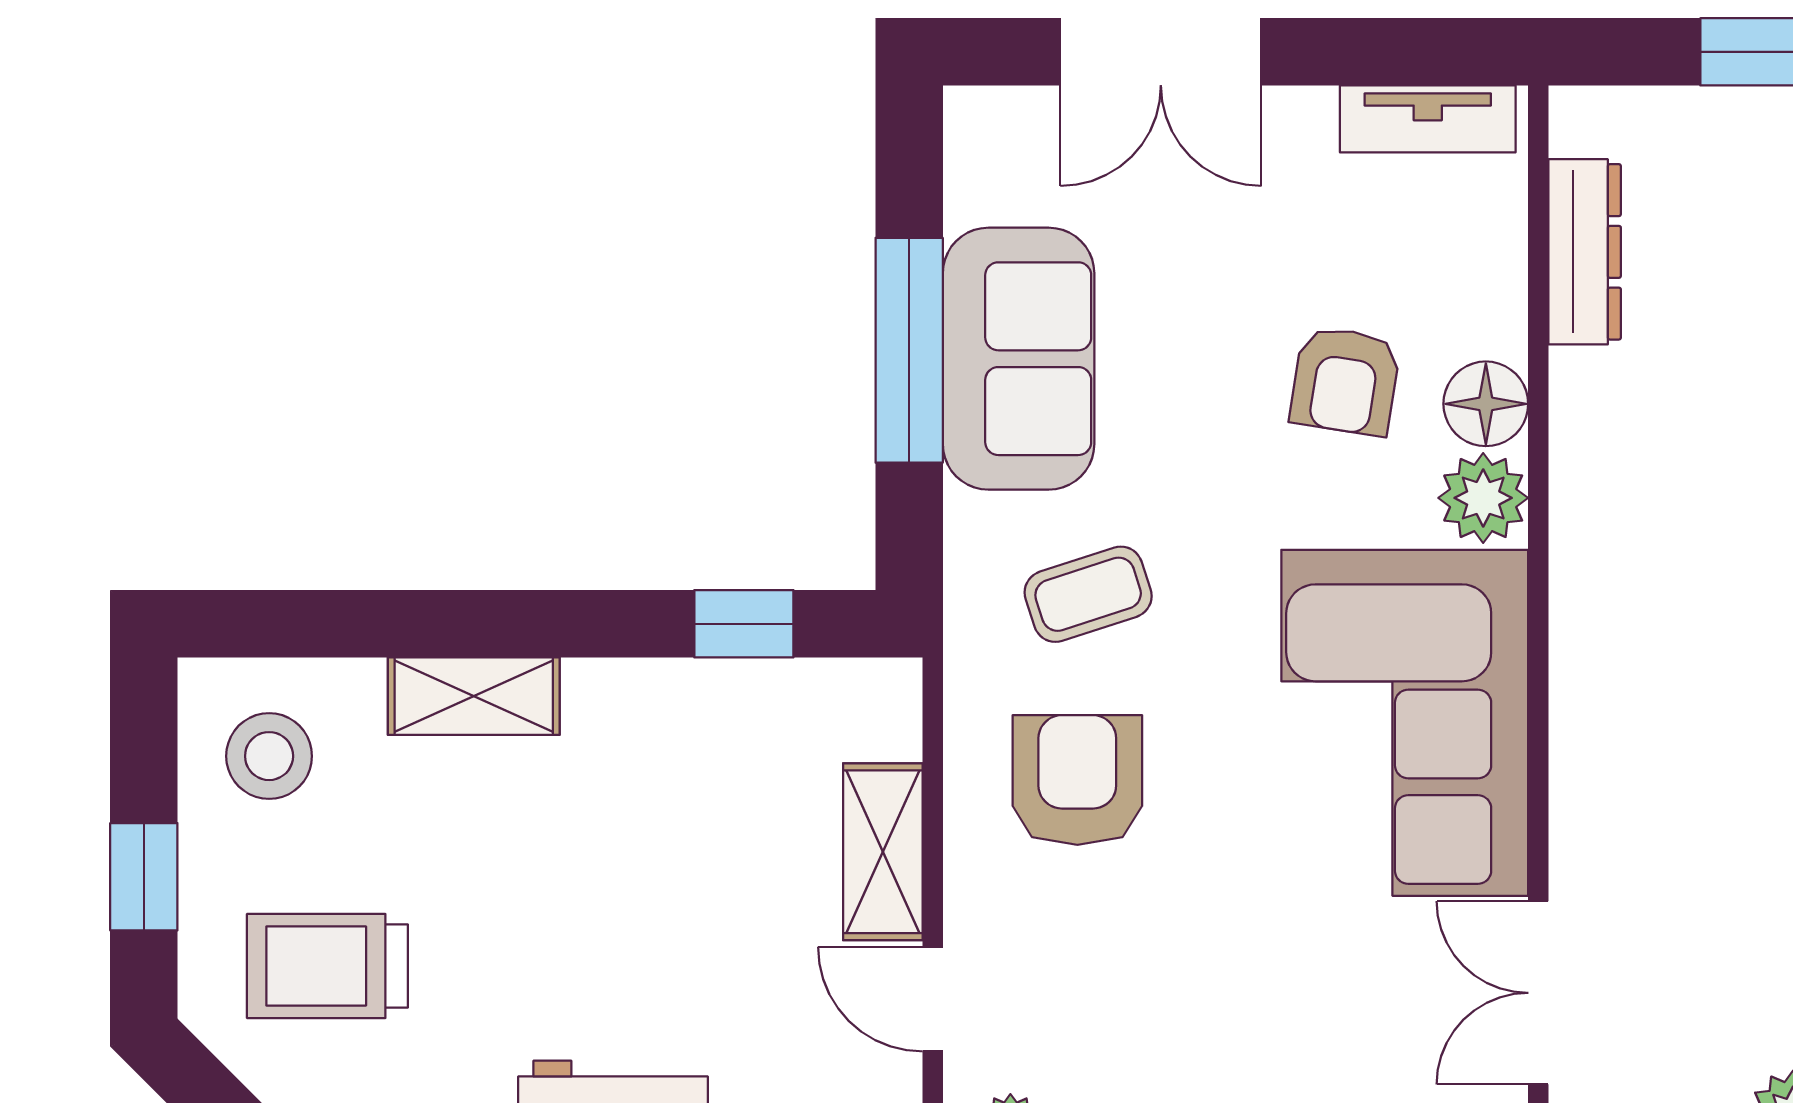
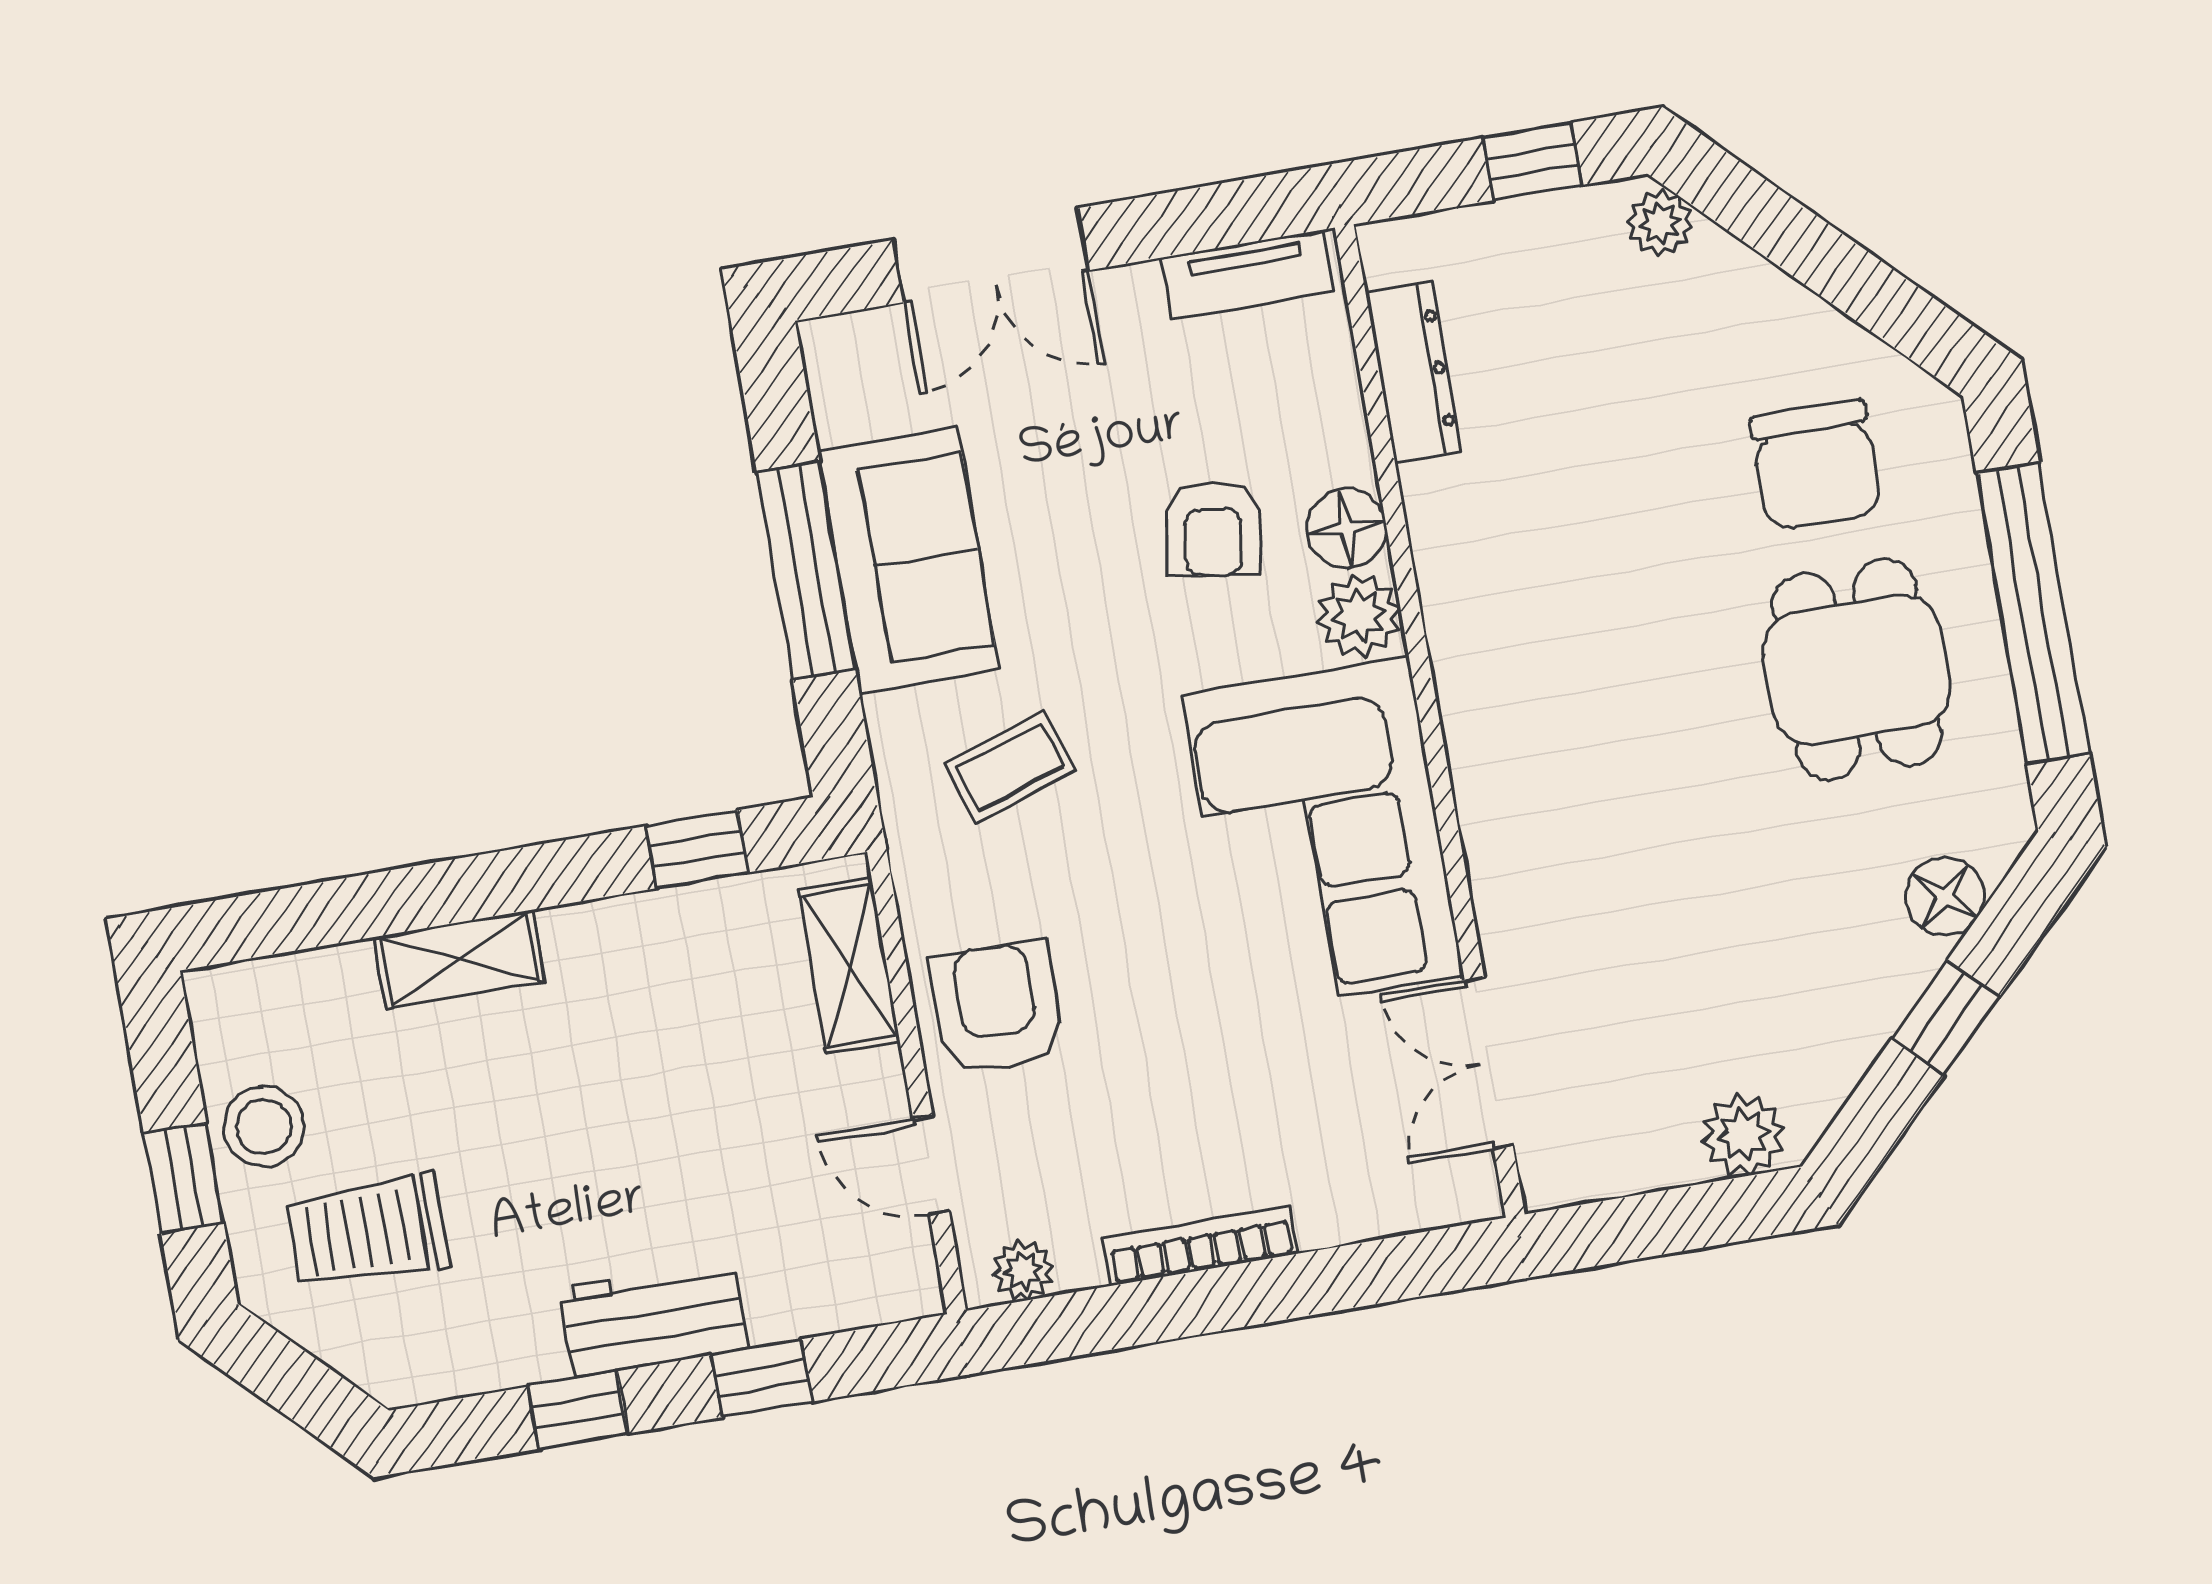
stool: (269, 756) -> (264, 1127), moved
armchair: (1077, 780) -> (997, 1008), moved
shelving: (883, 852) -> (849, 966), moved

